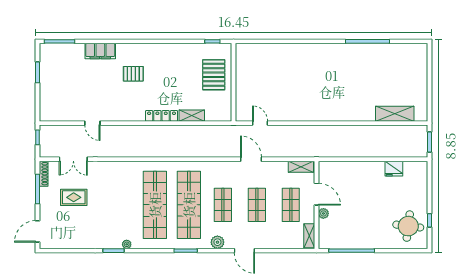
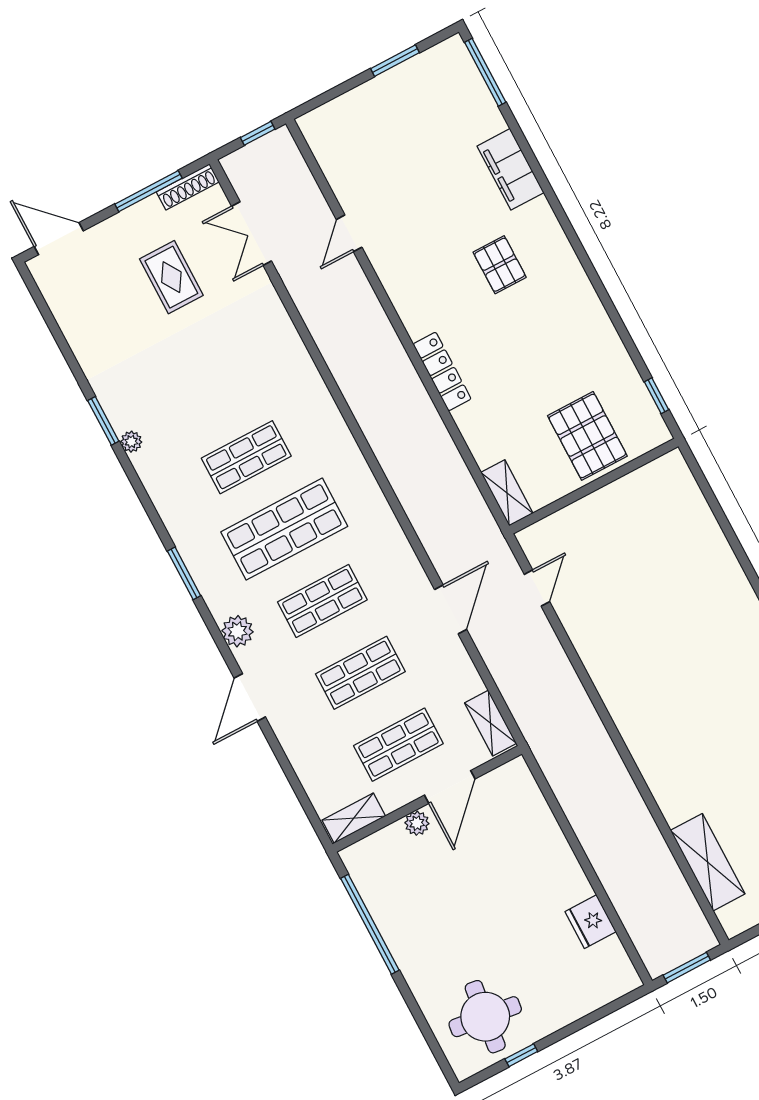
pallet: (214, 75) -> (587, 436), turned 90
shelving: (192, 116) -> (507, 493), moved
shop shelf: (155, 205) -> (246, 457), width x0.50, depth x0.74
shop shelf: (189, 205) -> (284, 529), width x0.71

